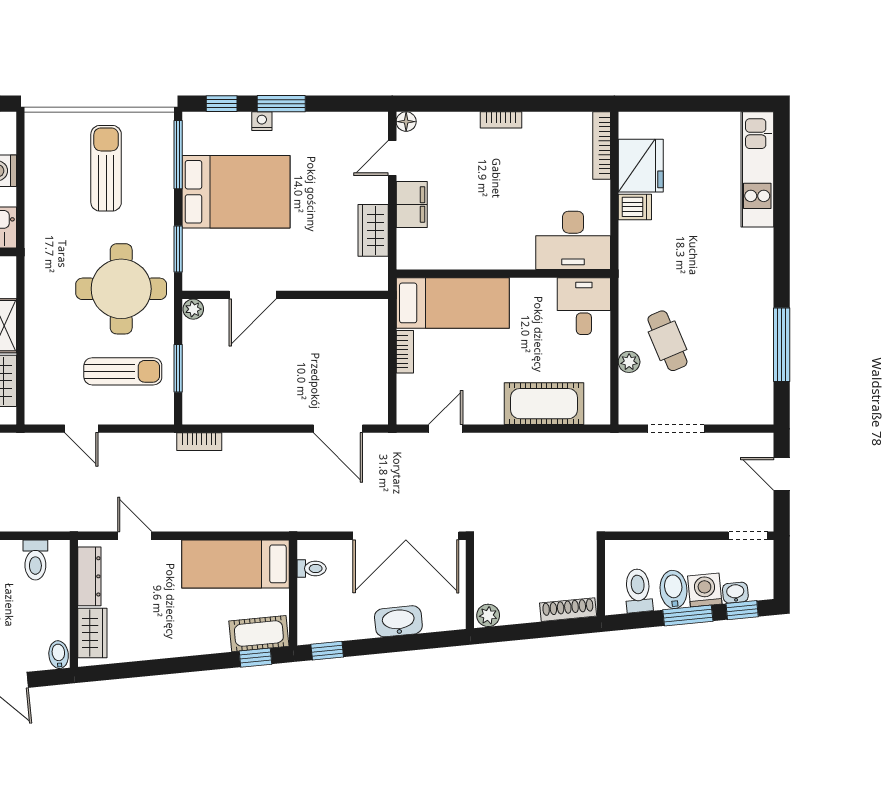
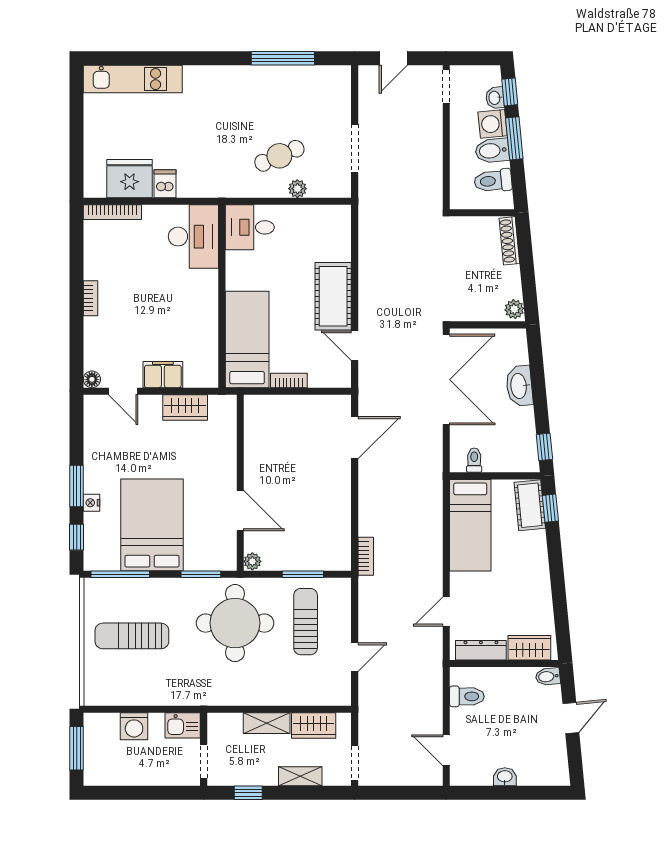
cot: (544, 404) -> (333, 296), moved

